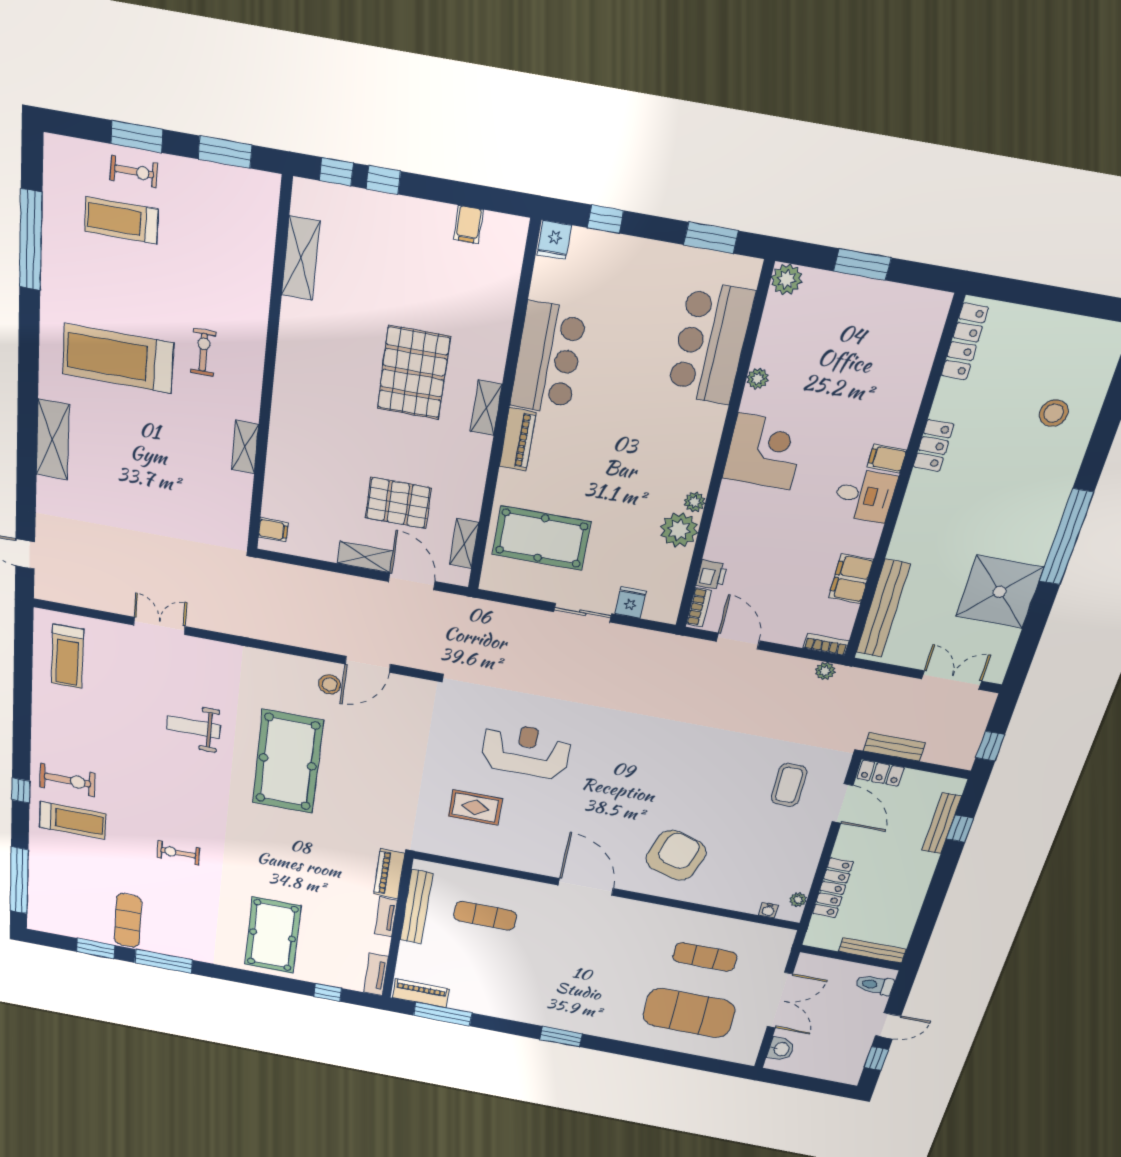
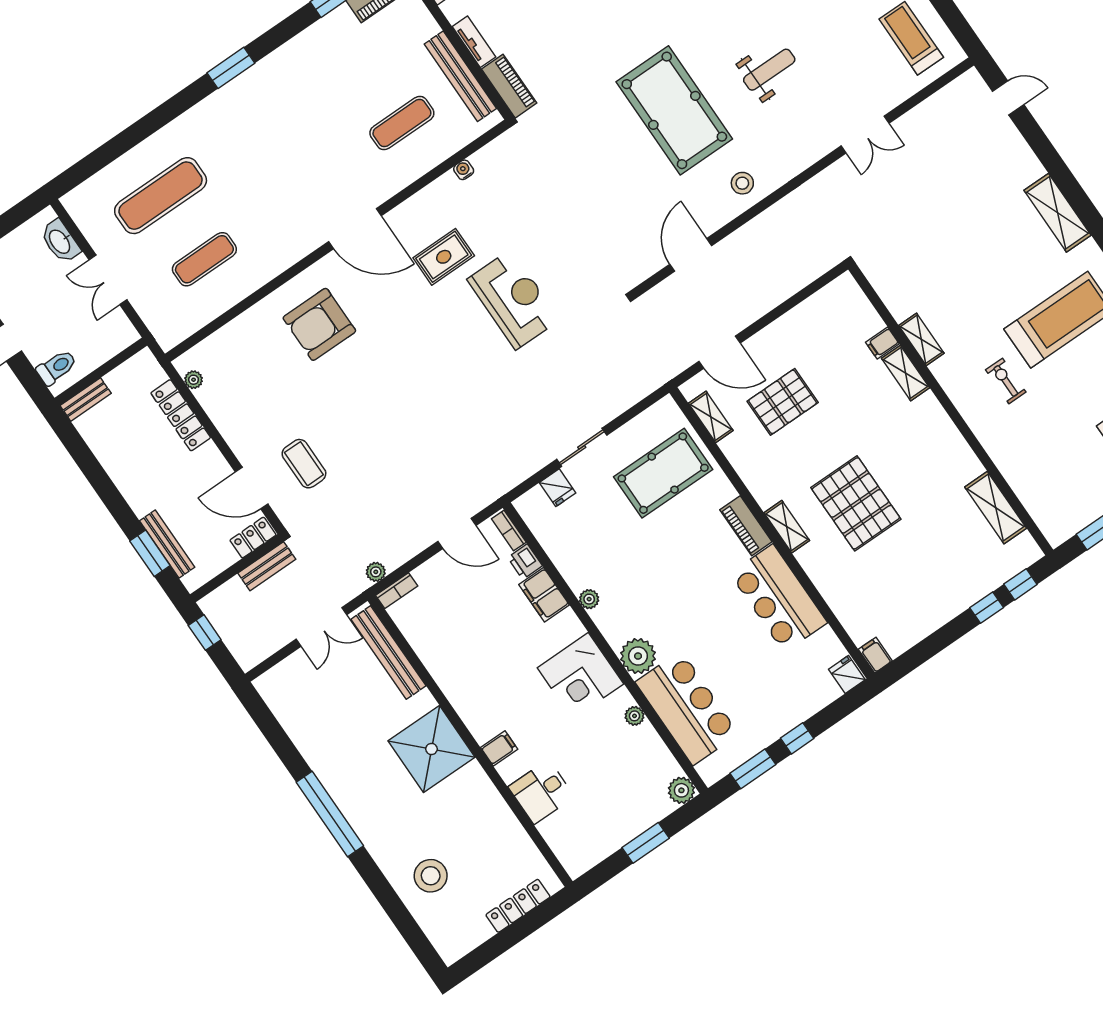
window: (605, 219) -> (797, 738), moved
filing cabinet: (468, 225) -> (875, 655), moved
locker: (965, 342) -> (518, 906), moved, turned 90
exercise bike: (203, 352) -> (1006, 381), turned 180
stool: (1054, 413) -> (431, 876), width x1.38, depth x1.38
locker: (933, 446) -> (480, 785), removed
desk: (865, 495) -> (541, 792), moved
filing cabinet: (273, 530) -> (882, 343), moved
plant: (679, 530) -> (638, 656), moved
shelving: (365, 557) -> (906, 373), moved, turned 90
filing cabinet: (851, 579) -> (544, 595), moved, turned 180
shower: (1000, 592) -> (431, 749), moved
double door: (951, 680) -> (321, 627), moved
stool: (330, 684) -> (742, 183), moved
reception desk: (526, 751) -> (513, 300), turned -90
rug: (475, 807) -> (444, 257), moved
window: (960, 829) -> (150, 553), width x1.50
armchair: (676, 855) -> (319, 324), turned 73
water cooler: (768, 910) -> (464, 170), moved
bench: (872, 950) -> (86, 399), width x0.73
double door: (780, 1000) -> (108, 280), width x0.73
exercise mat: (689, 1013) -> (161, 196), width x0.68
washbasin: (781, 1049) -> (60, 241), width x1.38

